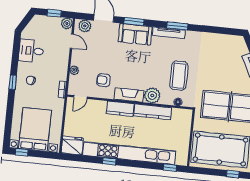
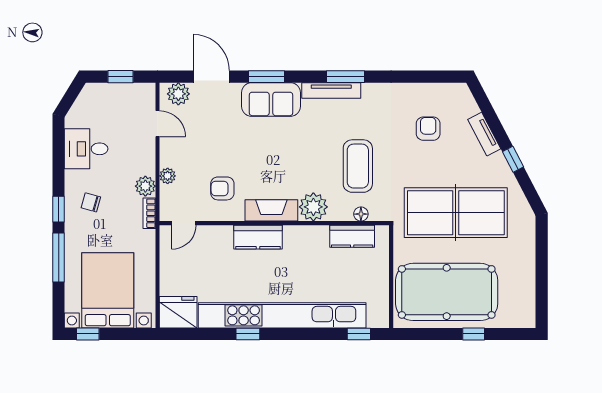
plant: (67, 23) -> (145, 186), moved
armchair: (220, 59) -> (428, 129), added
window: (10, 109) -> (59, 257), added
kitchen counter: (153, 112) -> (352, 236), moved, width x0.67

